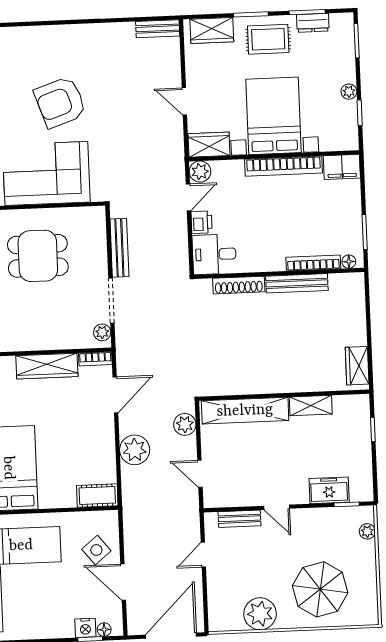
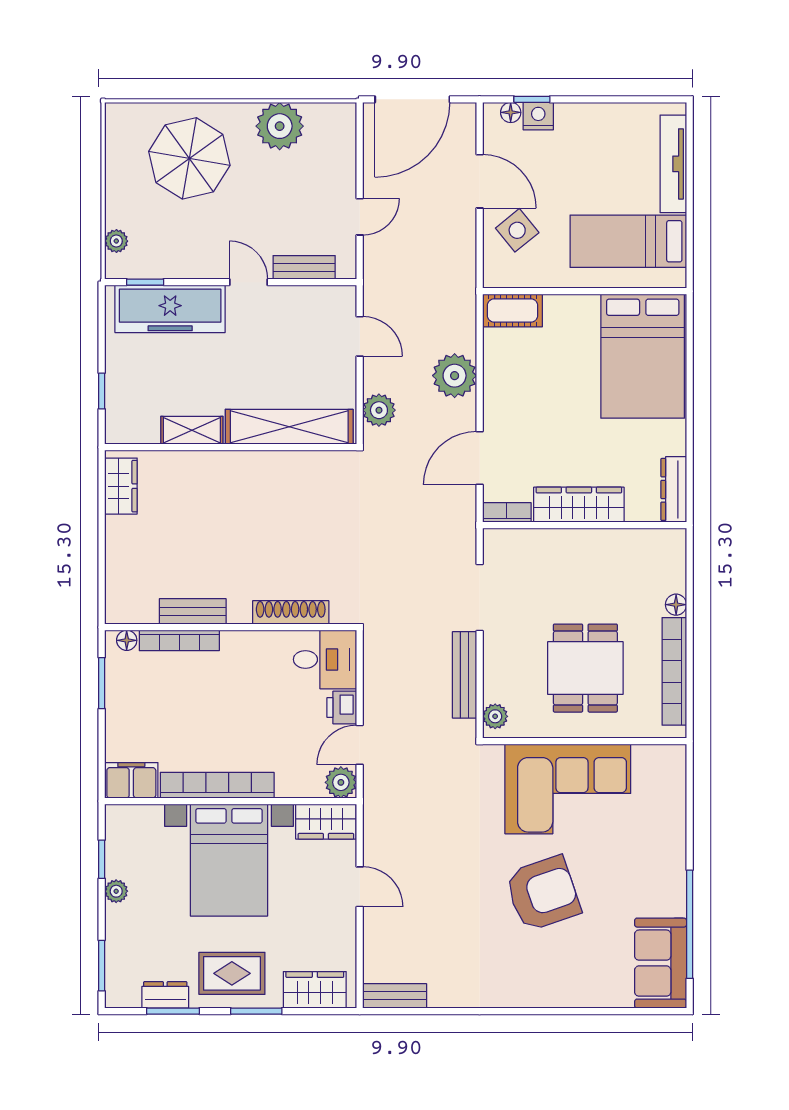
dining table: (38, 256) -> (585, 668), turned 90
bench: (297, 283) -> (193, 611), width x0.73
plant: (102, 332) -> (495, 716), moved
freezer: (329, 490) -> (170, 309), width x1.91, depth x1.26

